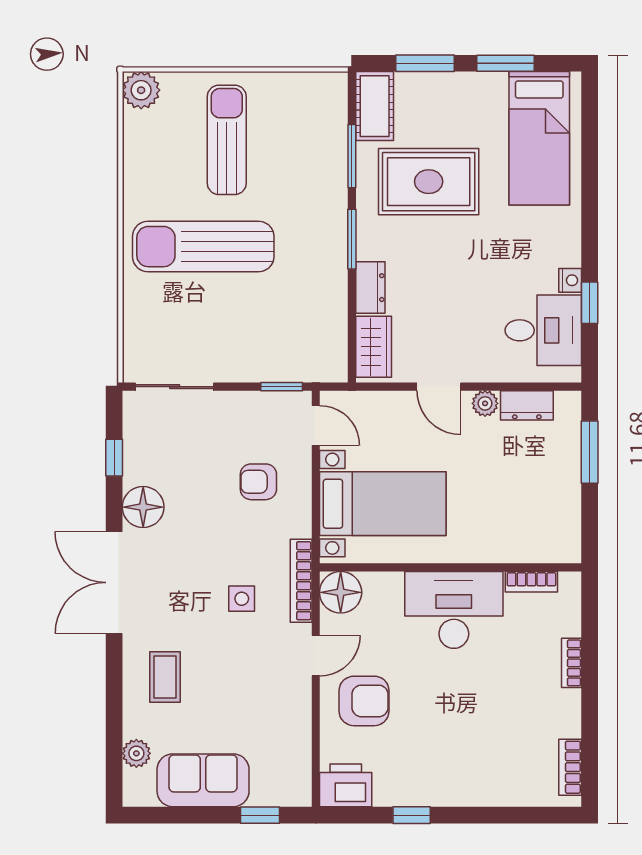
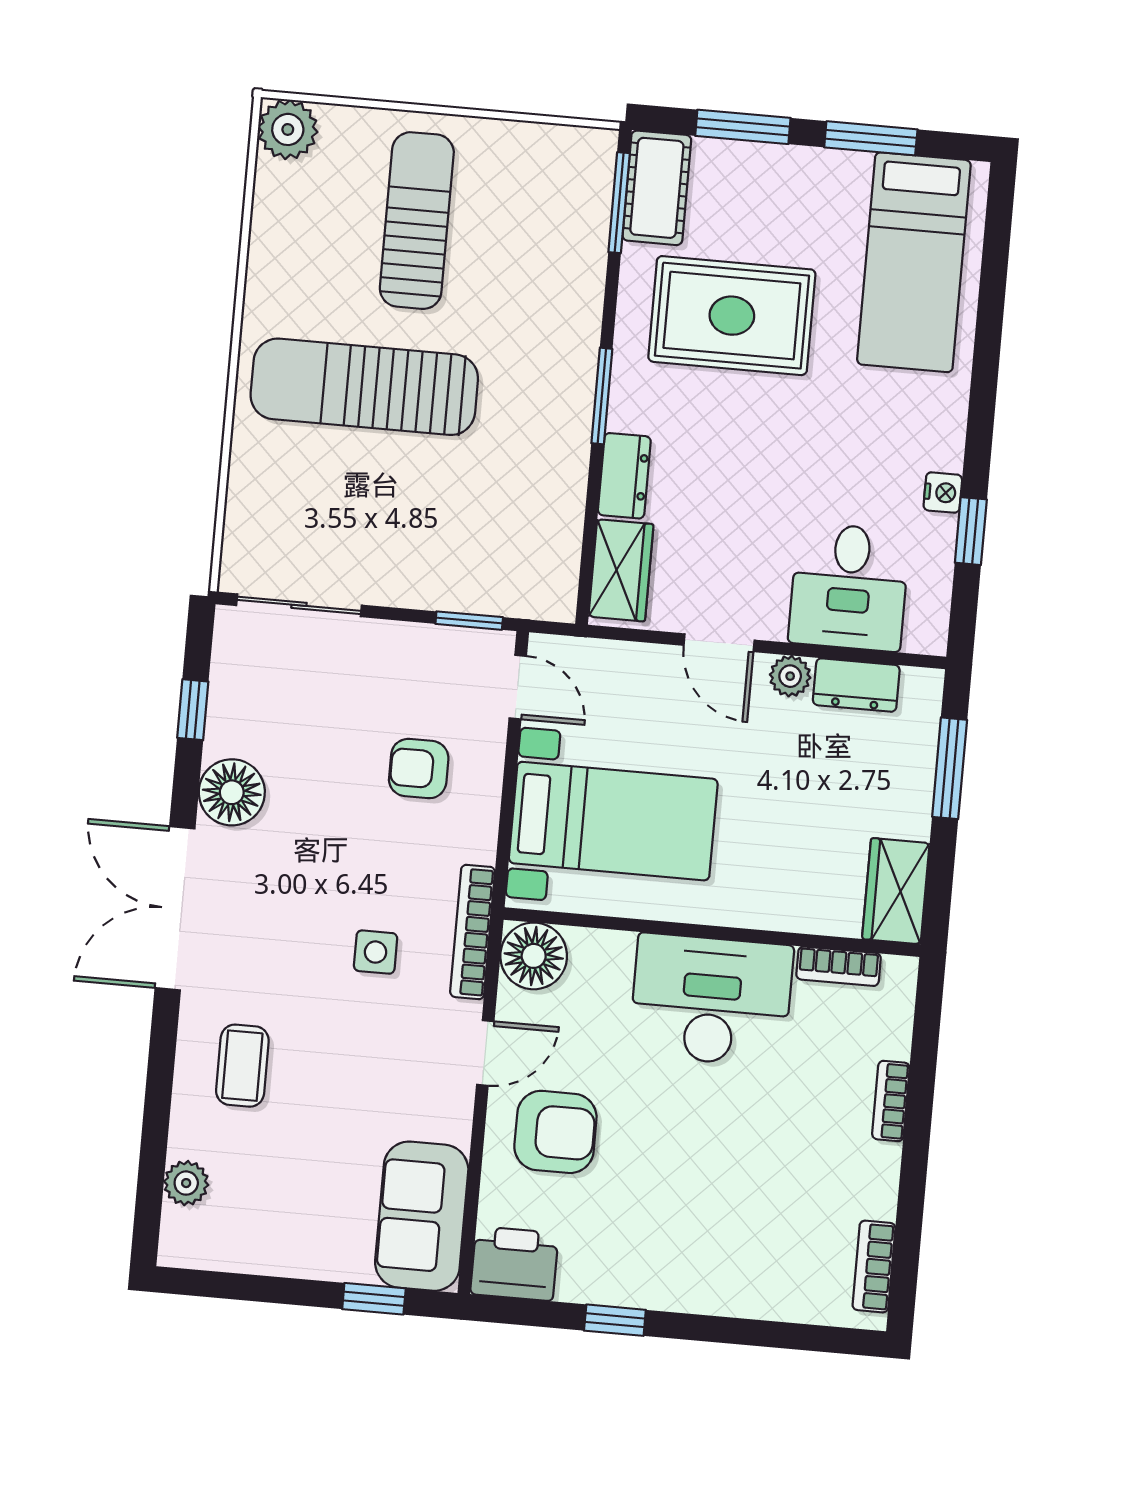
window: (352, 156) -> (619, 203), moved
desk: (543, 330) -> (849, 587), moved, turned 90
wardrobe: (563, 532) -> (896, 891), added
sofa: (203, 780) -> (422, 1216), moved, turned -90

